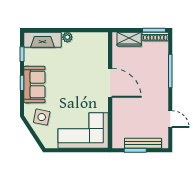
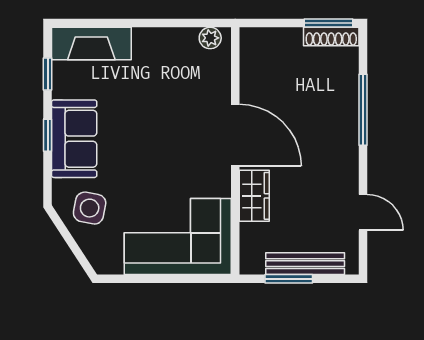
plant: (67, 37) -> (210, 38), moved
wardrobe: (129, 39) -> (254, 196), moved, turned -90

